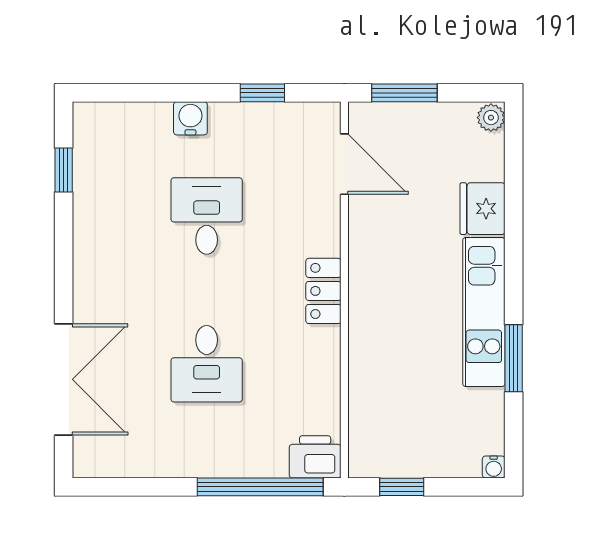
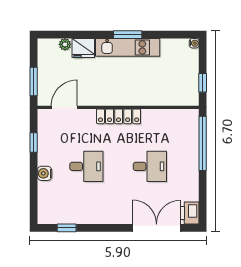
plant: (491, 118) -> (65, 44), moved
desk: (207, 216) -> (86, 166), turned 180
locker: (323, 291) -> (119, 116), width x1.53
window: (514, 358) -> (128, 35), moved
printer: (315, 457) -> (190, 213), moved

